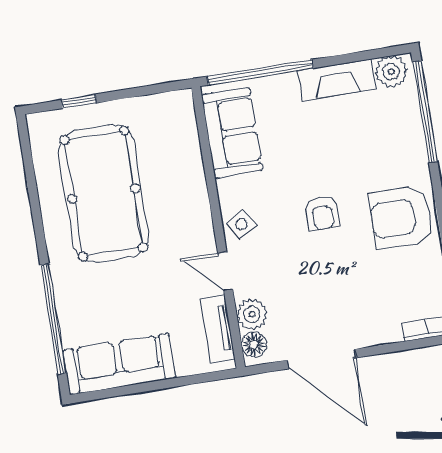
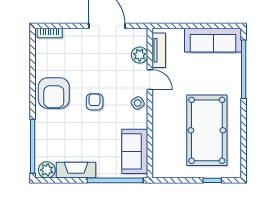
armchair: (401, 217) -> (54, 93), turned 90
floor lamp: (254, 345) -> (141, 39), removed

